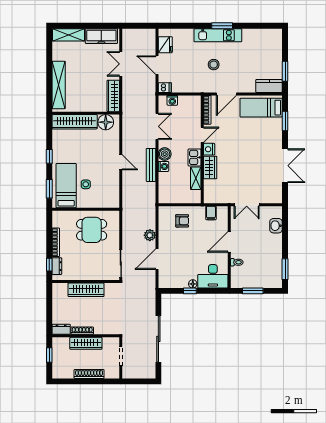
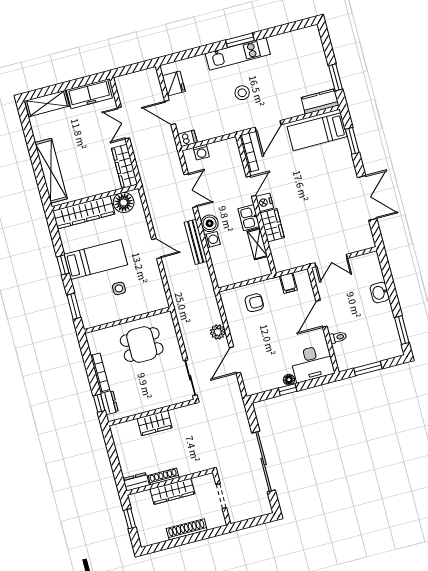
bed: (66, 186) -> (96, 260), moved, turned 90
washbasin: (276, 226) -> (380, 293), moved
wardrobe: (86, 290) -> (155, 423), width x0.67

